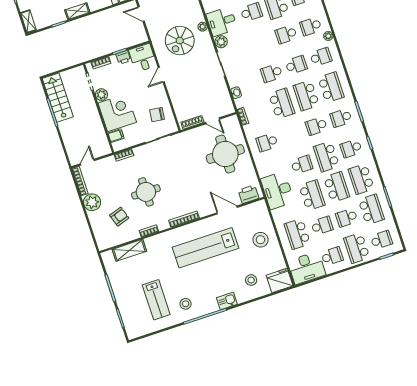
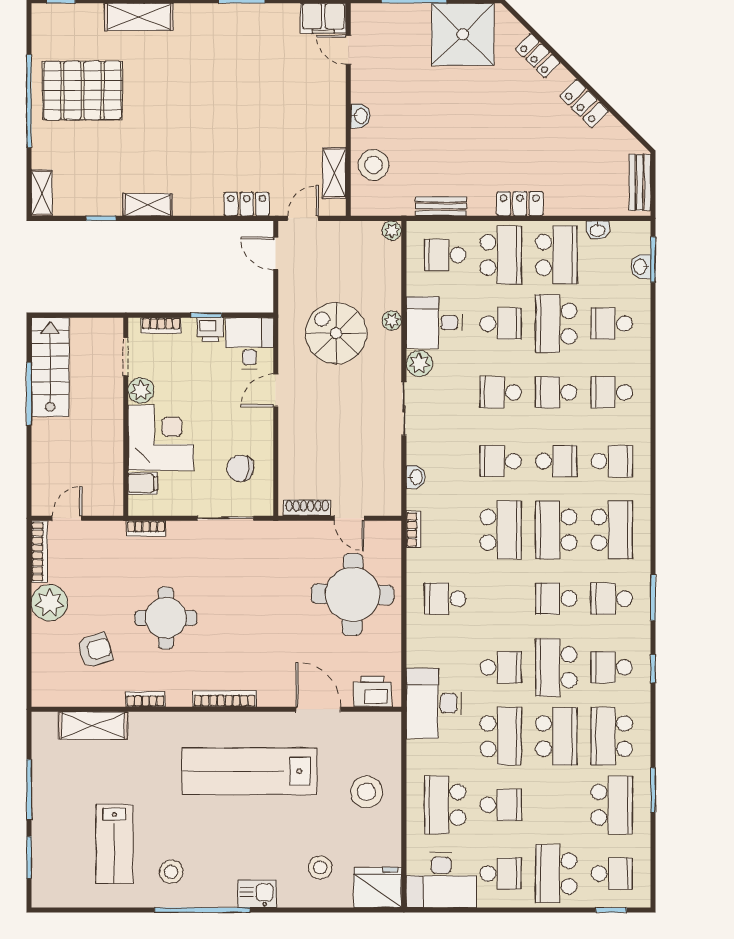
plant: (328, 36) -> (641, 424), removed
spiral stairs: (180, 41) -> (336, 333), turned 90
school desk: (347, 218) -> (501, 392), moved

